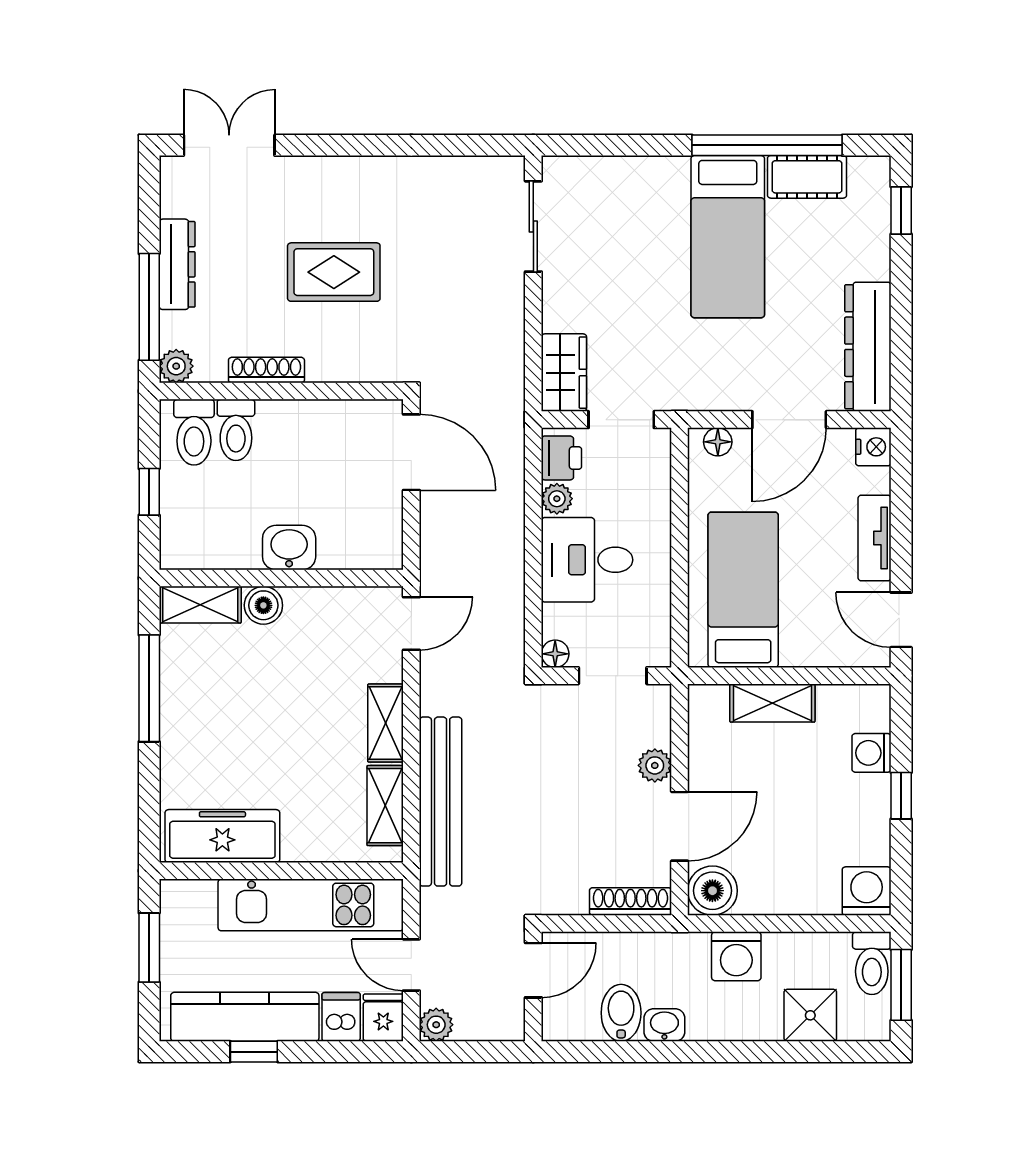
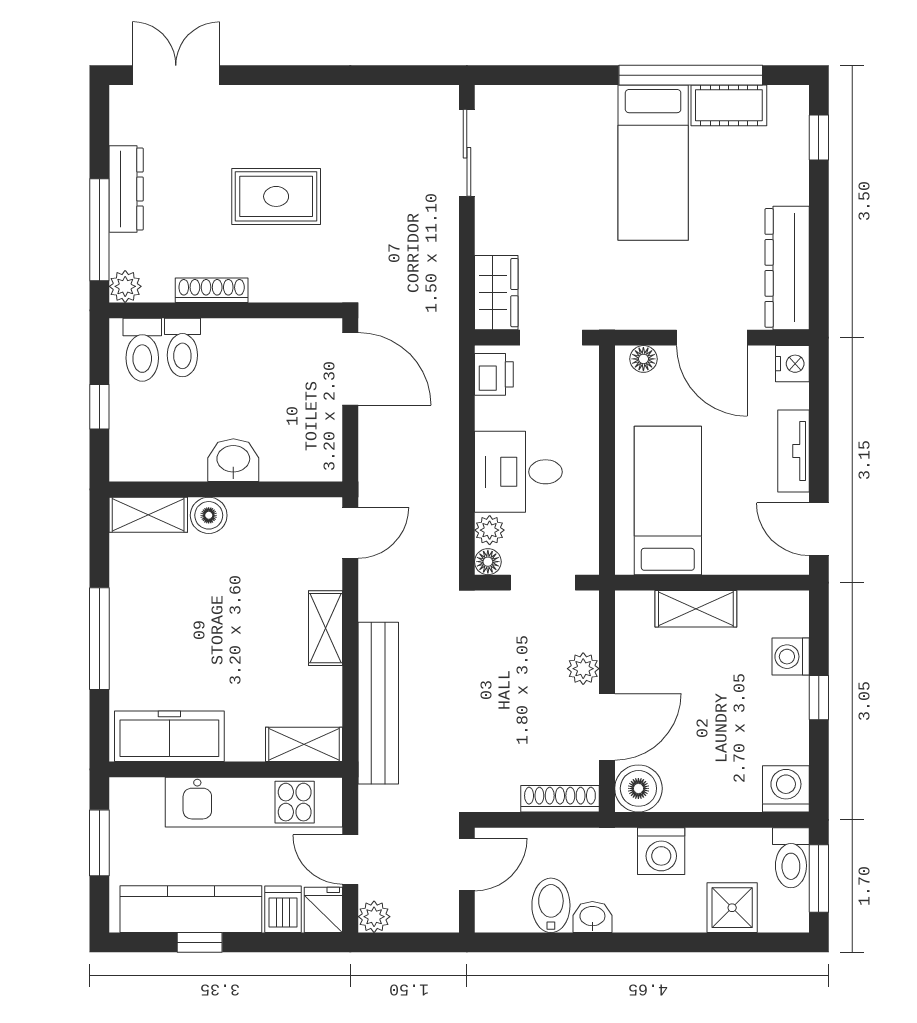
door: (789, 420) -> (712, 338), hinge flipped
plant: (557, 499) -> (490, 530), moved
window: (149, 688) -> (99, 639), moved
shelving: (385, 806) -> (304, 744), moved, turned 90

